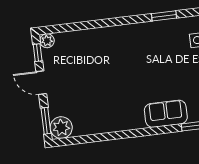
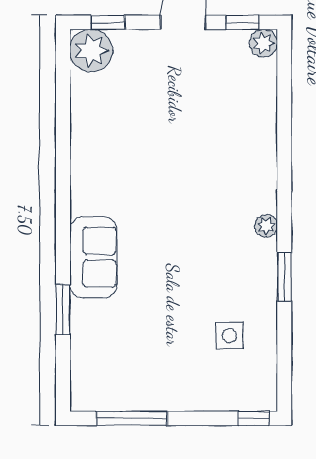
plant: (139, 28) -> (266, 226), added
window: (46, 121) -> (108, 22), width x0.67

